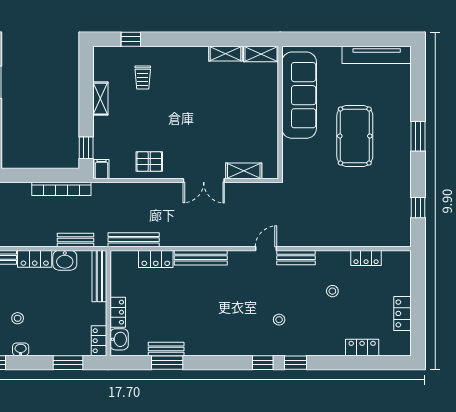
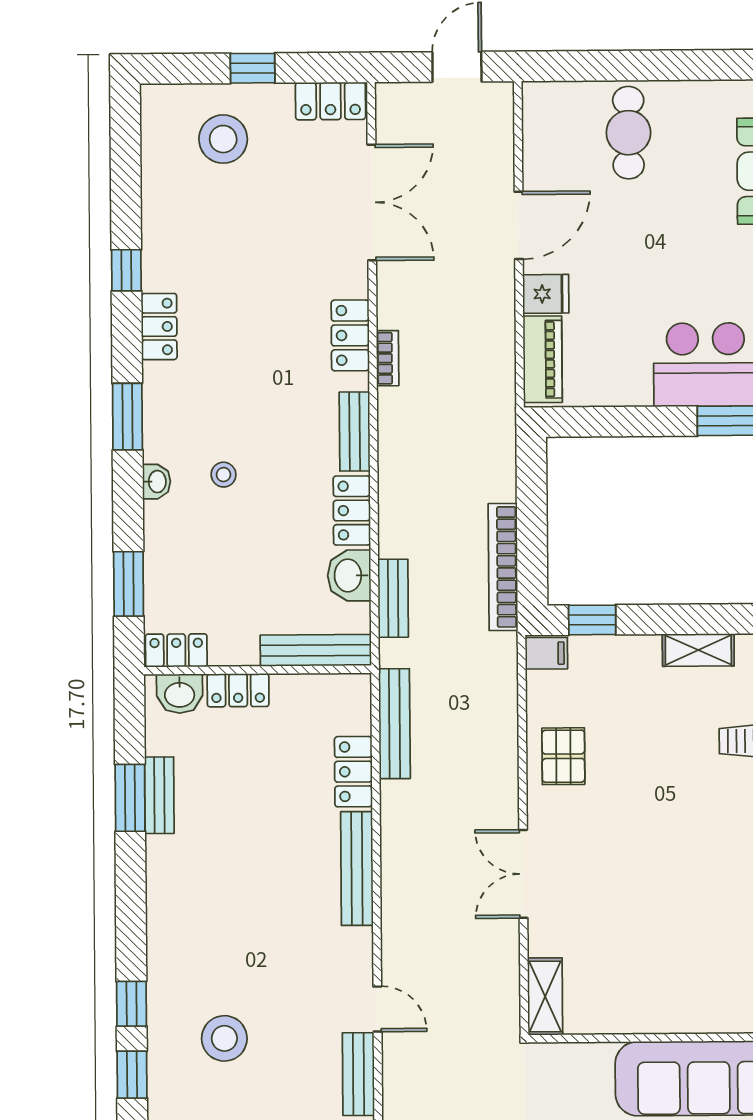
shelving: (244, 171) -> (545, 997), moved
stool: (279, 320) -> (224, 1038), width x1.89, depth x1.89

